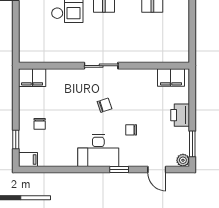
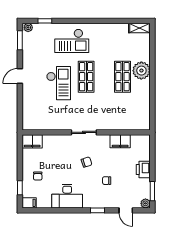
filing cabinet: (171, 78) -> (120, 141), moved
desk: (98, 151) -> (67, 196), moved

